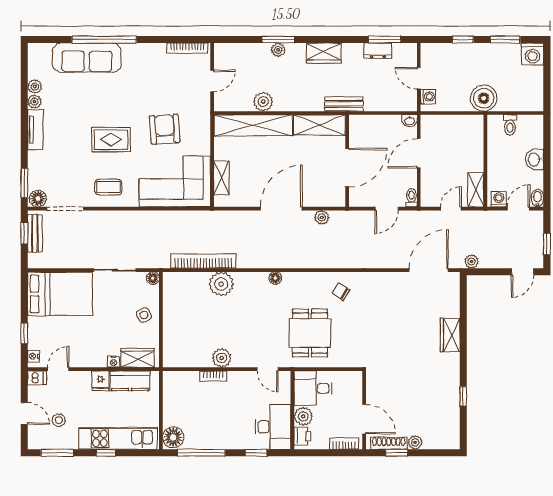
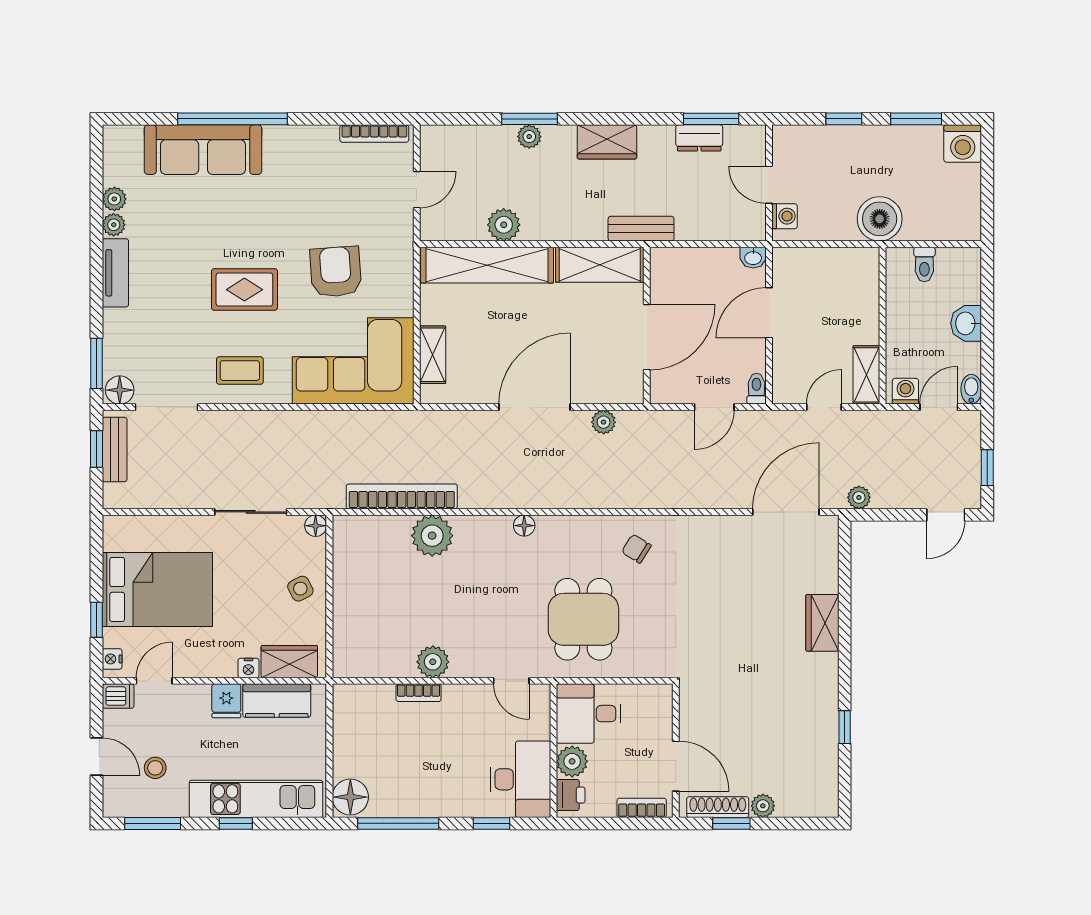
bed: (60, 294) -> (157, 589), moved

